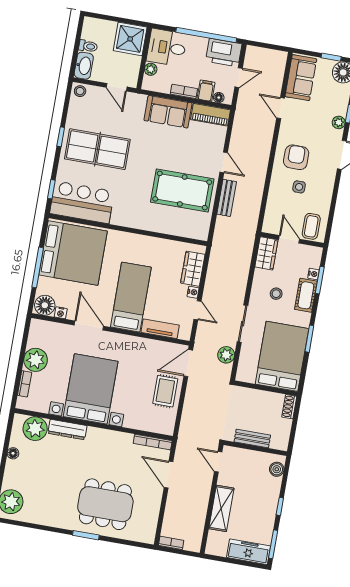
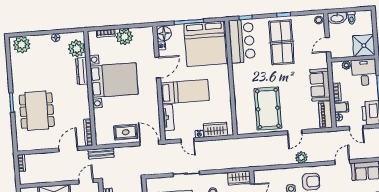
bench: (227, 198) -> (101, 153), moved
door: (197, 310) -> (187, 140), hinge flipped
plant: (226, 355) -> (301, 157), moved

